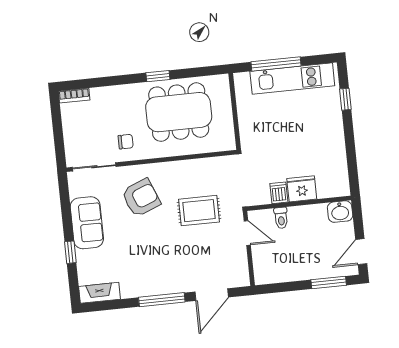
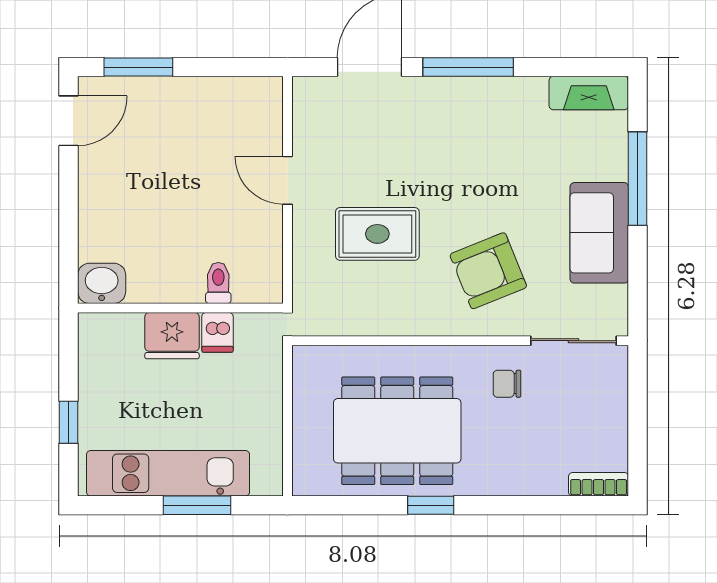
window: (276, 64) -> (197, 505), width x0.69
fridge: (302, 189) -> (172, 336), moved
dishwasher: (279, 193) -> (217, 332), moved
wall: (299, 203) -> (180, 308), moved
washbasin: (340, 212) -> (102, 283), moved
toilet: (281, 218) -> (218, 283), moved
window: (70, 252) -> (637, 179), width x2.17

